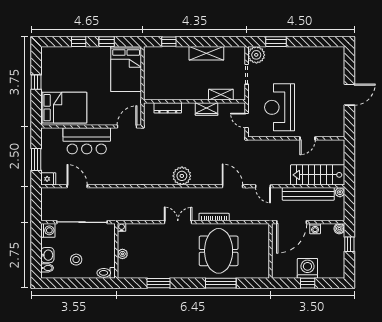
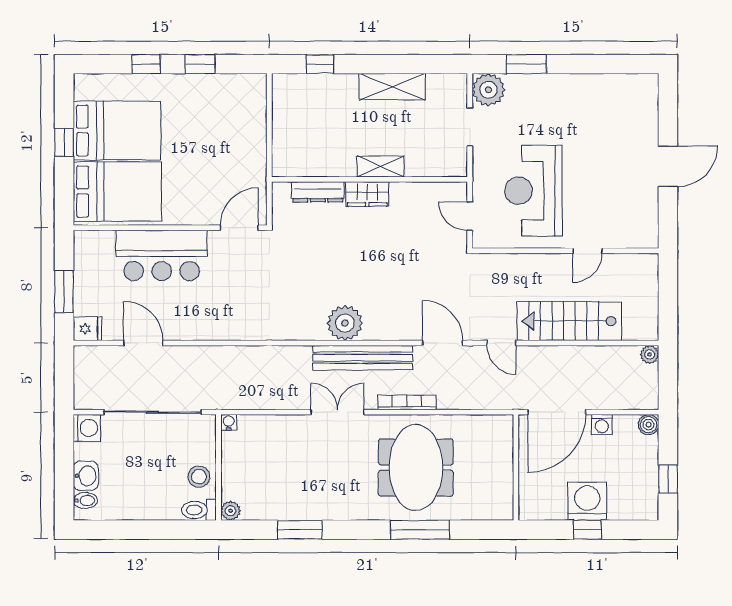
bed: (126, 69) -> (117, 130), moved, turned -90
shelving: (221, 95) -> (380, 166), moved
wardrobe: (207, 109) -> (367, 194), moved
stairs: (318, 175) -> (569, 321), moved
bench: (308, 194) -> (363, 358), moved
window: (349, 244) -> (668, 479), moved
plant: (122, 254) -> (231, 511), moved
stool: (76, 260) -> (199, 477), moved

